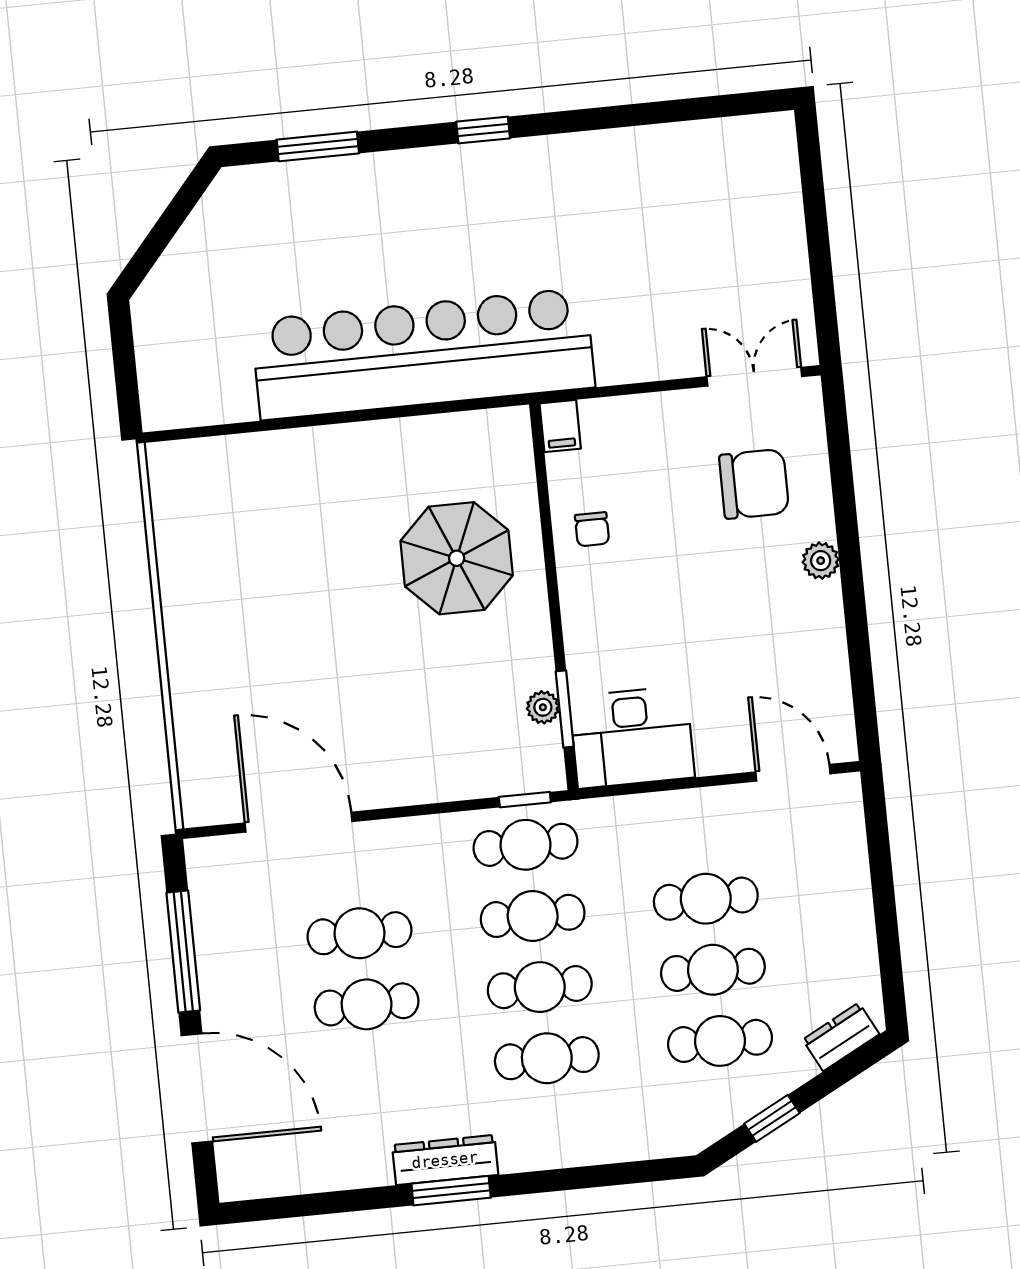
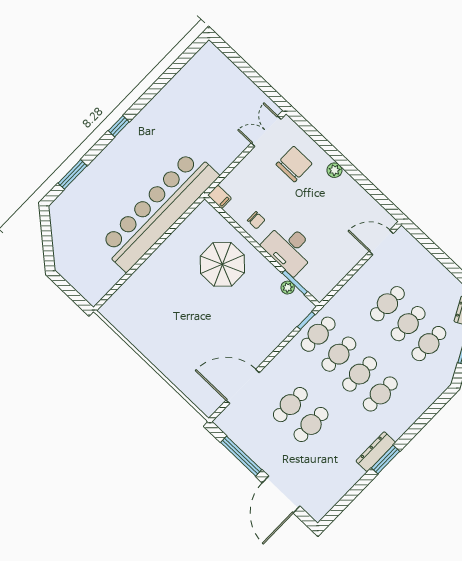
desk: (632, 737) -> (289, 248), moved, turned 90
door: (197, 1088) -> (281, 494), swing flipped

